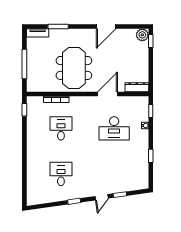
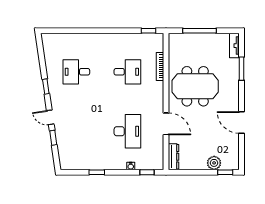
plant: (142, 35) -> (214, 163), moved
desk: (114, 128) -> (127, 131), turned 180
desk: (61, 174) -> (76, 72), turned 180

